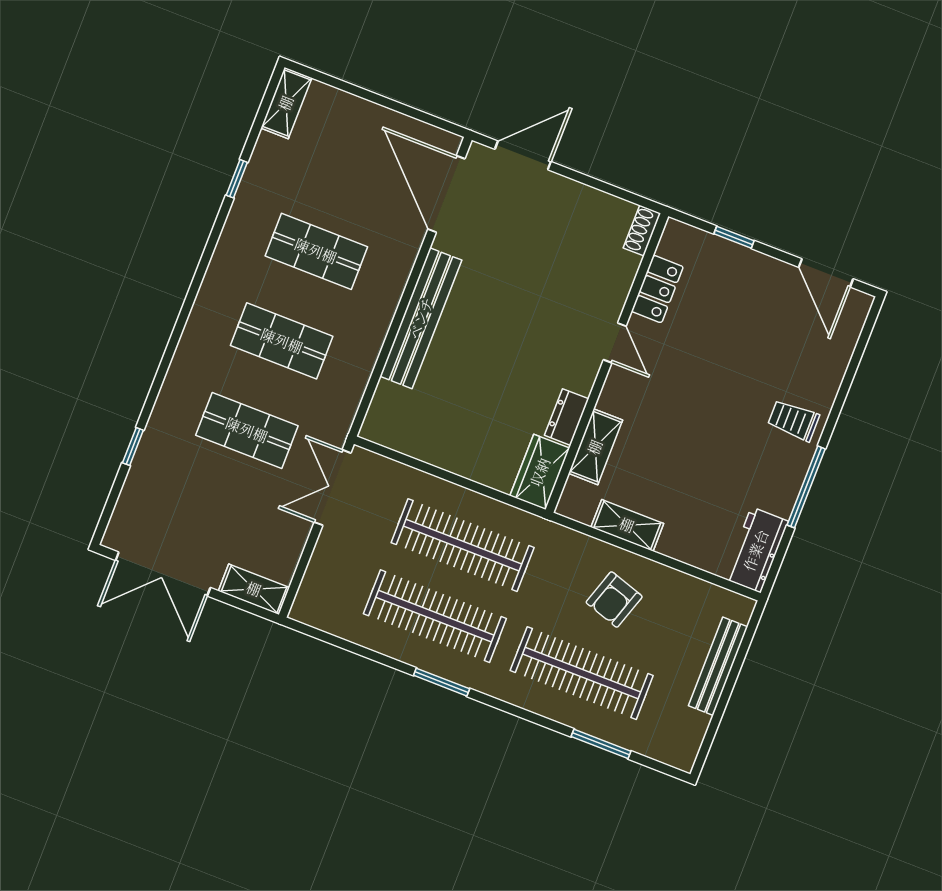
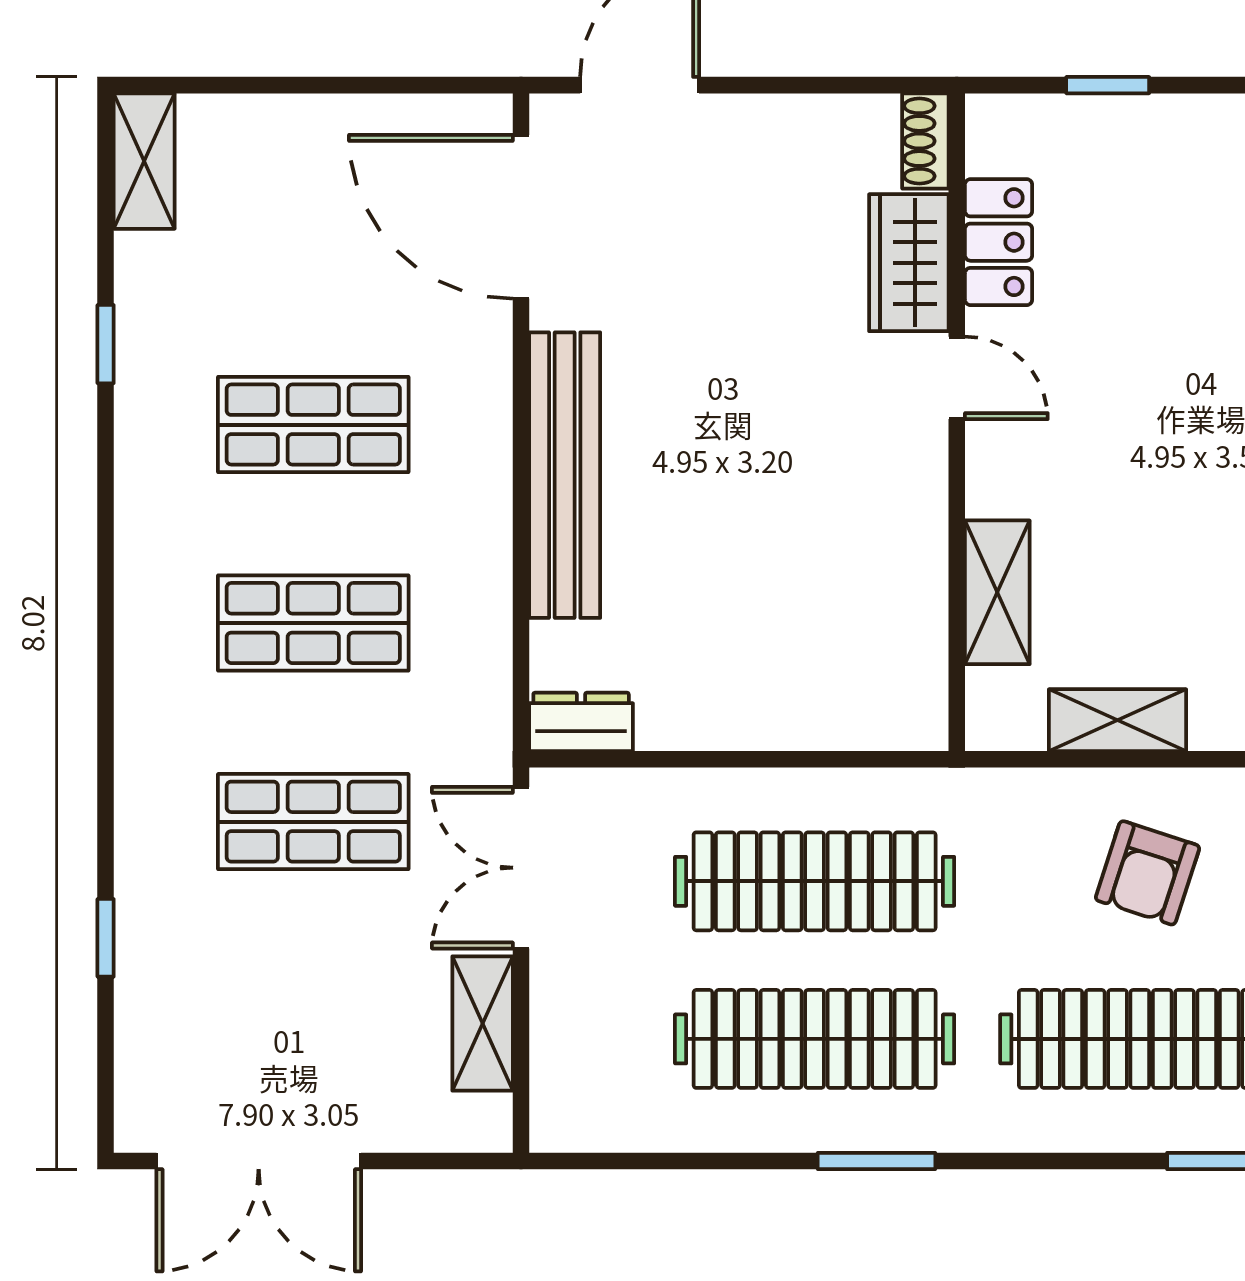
dresser: (567, 417) -> (581, 722), moved, turned 90
wardrobe: (540, 472) -> (909, 263), moved
shelving: (254, 589) -> (483, 1024), moved, turned 90

